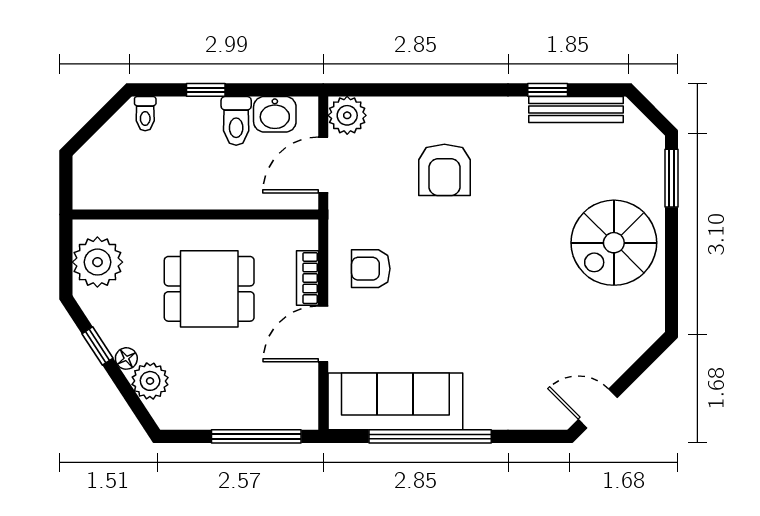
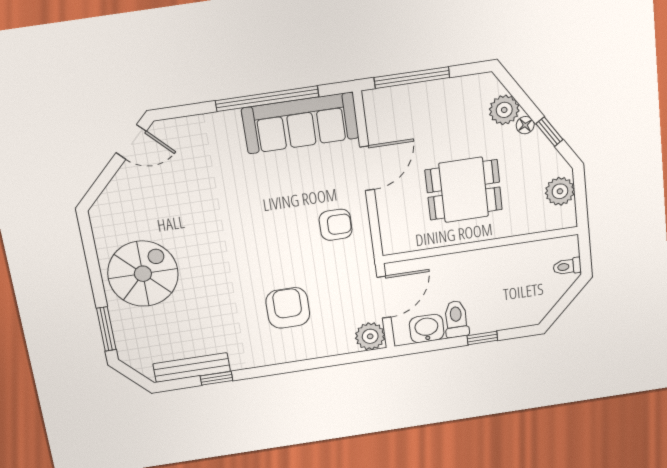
toilet: (145, 114) -> (567, 266), moved, turned -90
plant: (97, 262) -> (560, 191), width x0.73, depth x0.73
bookcase: (308, 278) -> (386, 210), removed

